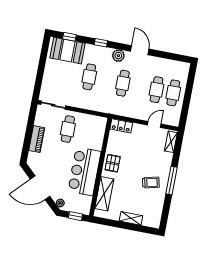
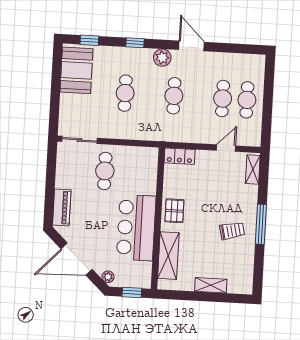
booth: (68, 51) -> (76, 70), moved, turned 90
piano: (37, 139) -> (62, 207), moved

